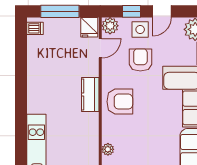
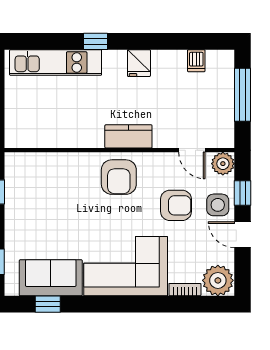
fridge: (89, 27) -> (139, 63), moved, turned -90
dishwasher: (35, 28) -> (196, 61), moved
window: (21, 119) -> (95, 41), added
plant: (108, 149) -> (53, 161), removed

